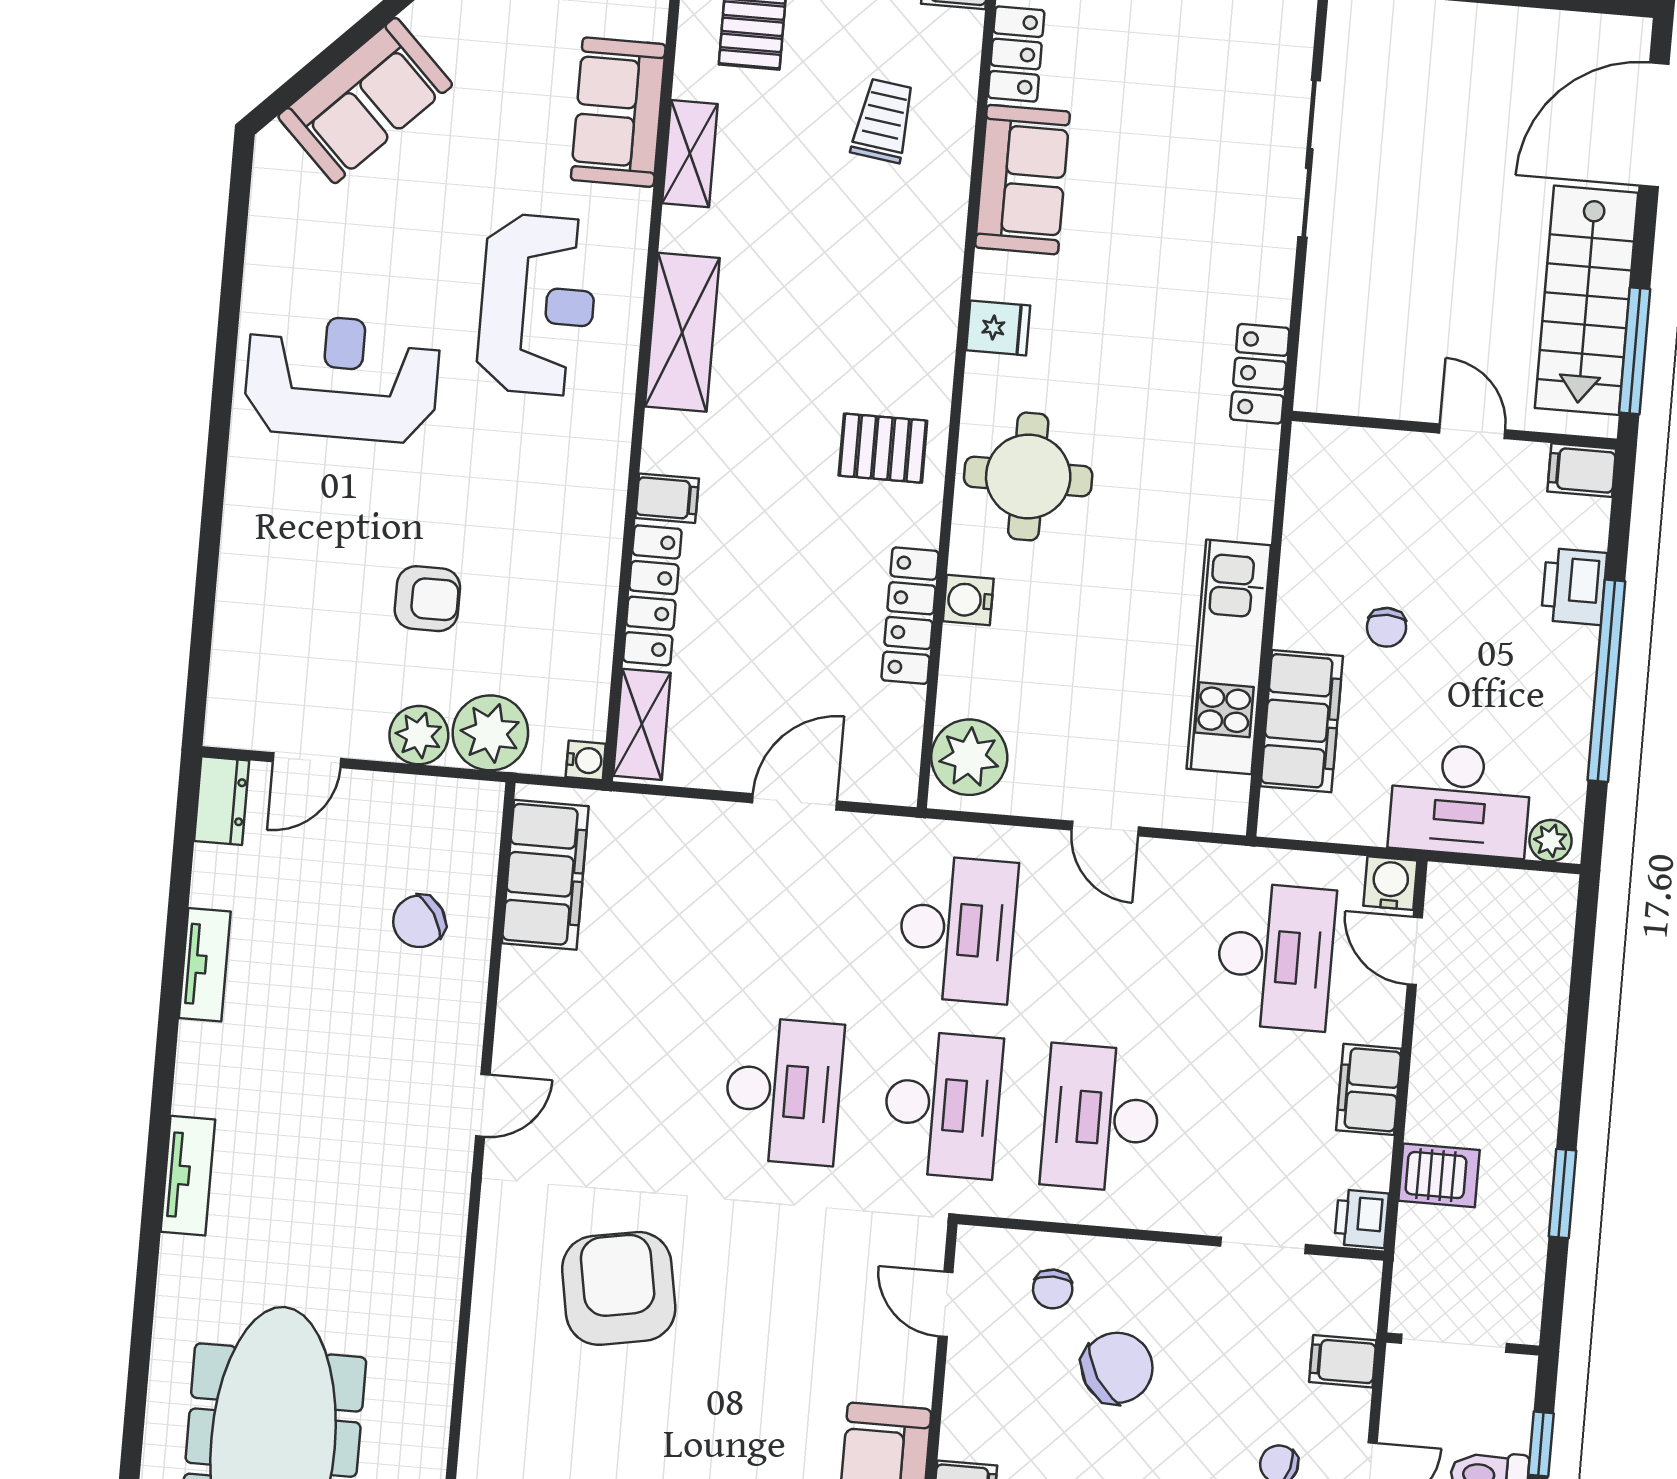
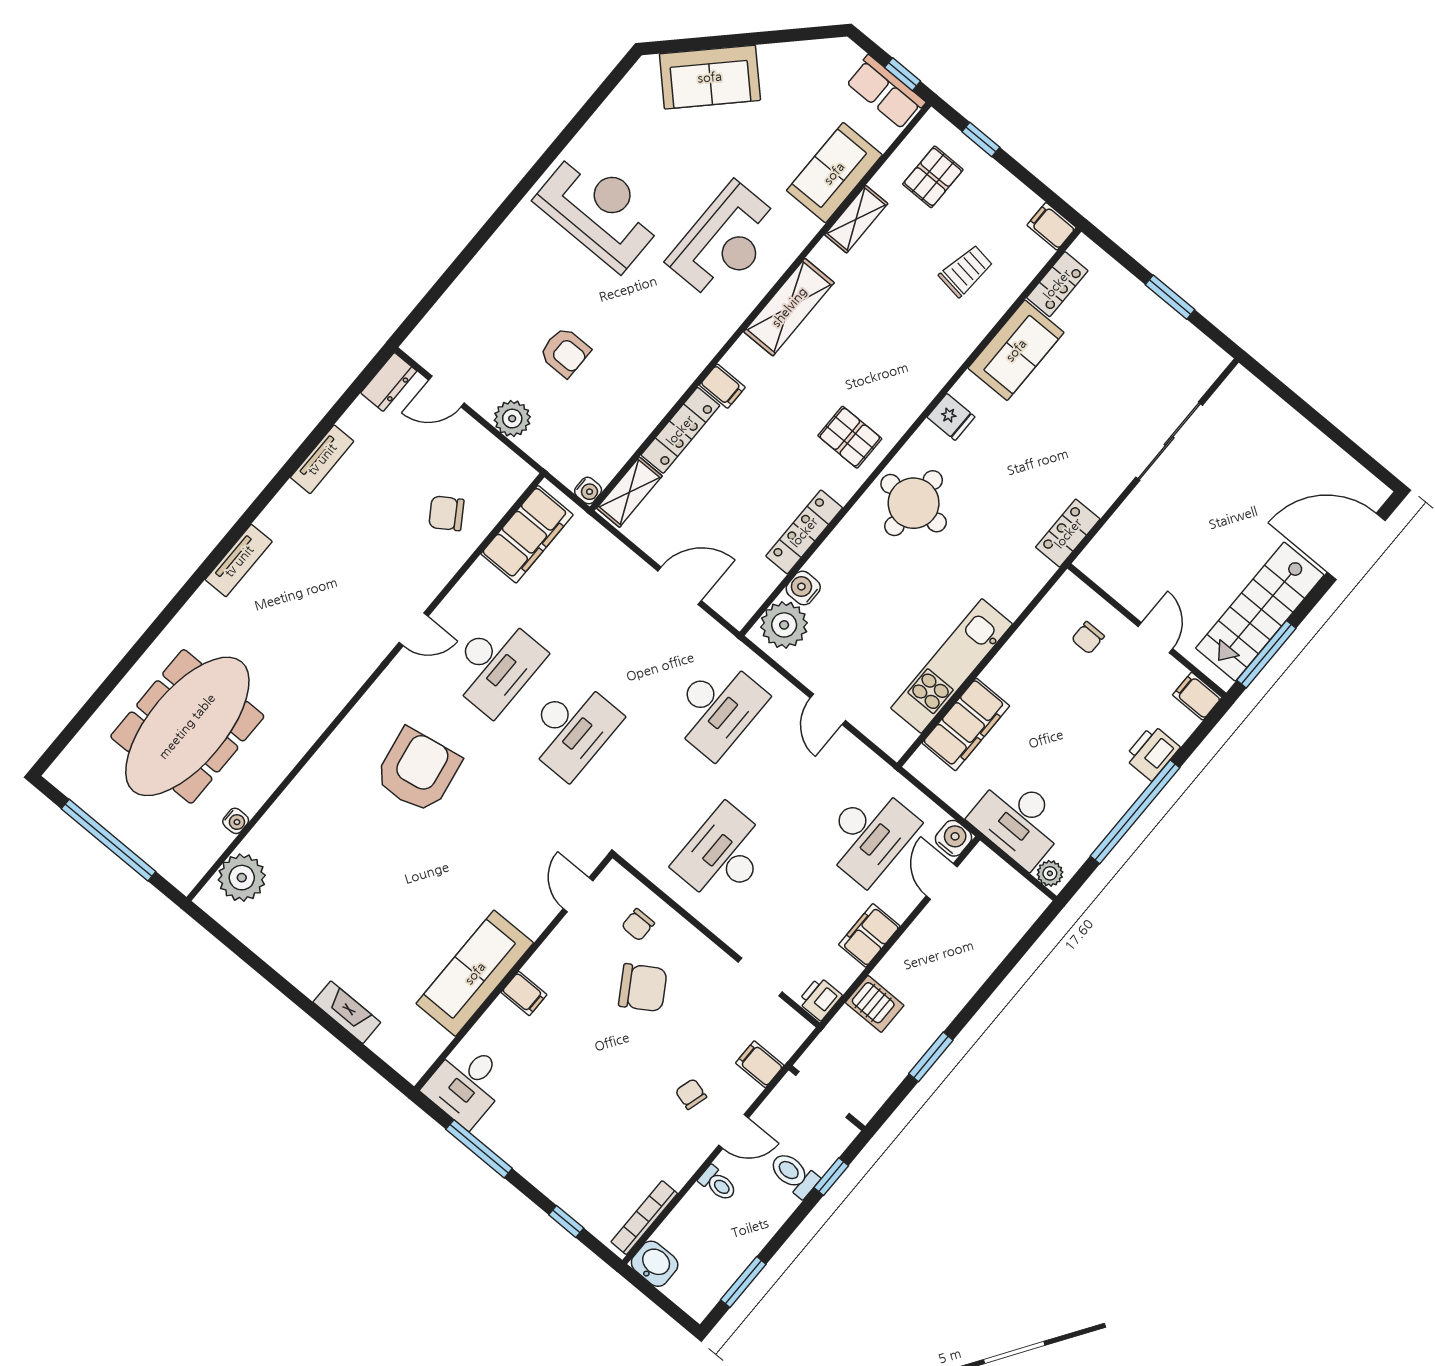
water cooler: (968, 600) -> (803, 588), moved
chair: (1386, 627) -> (1088, 638), moved
plant: (490, 733) -> (549, 443), removed
desk: (942, 1105) -> (495, 665), moved

